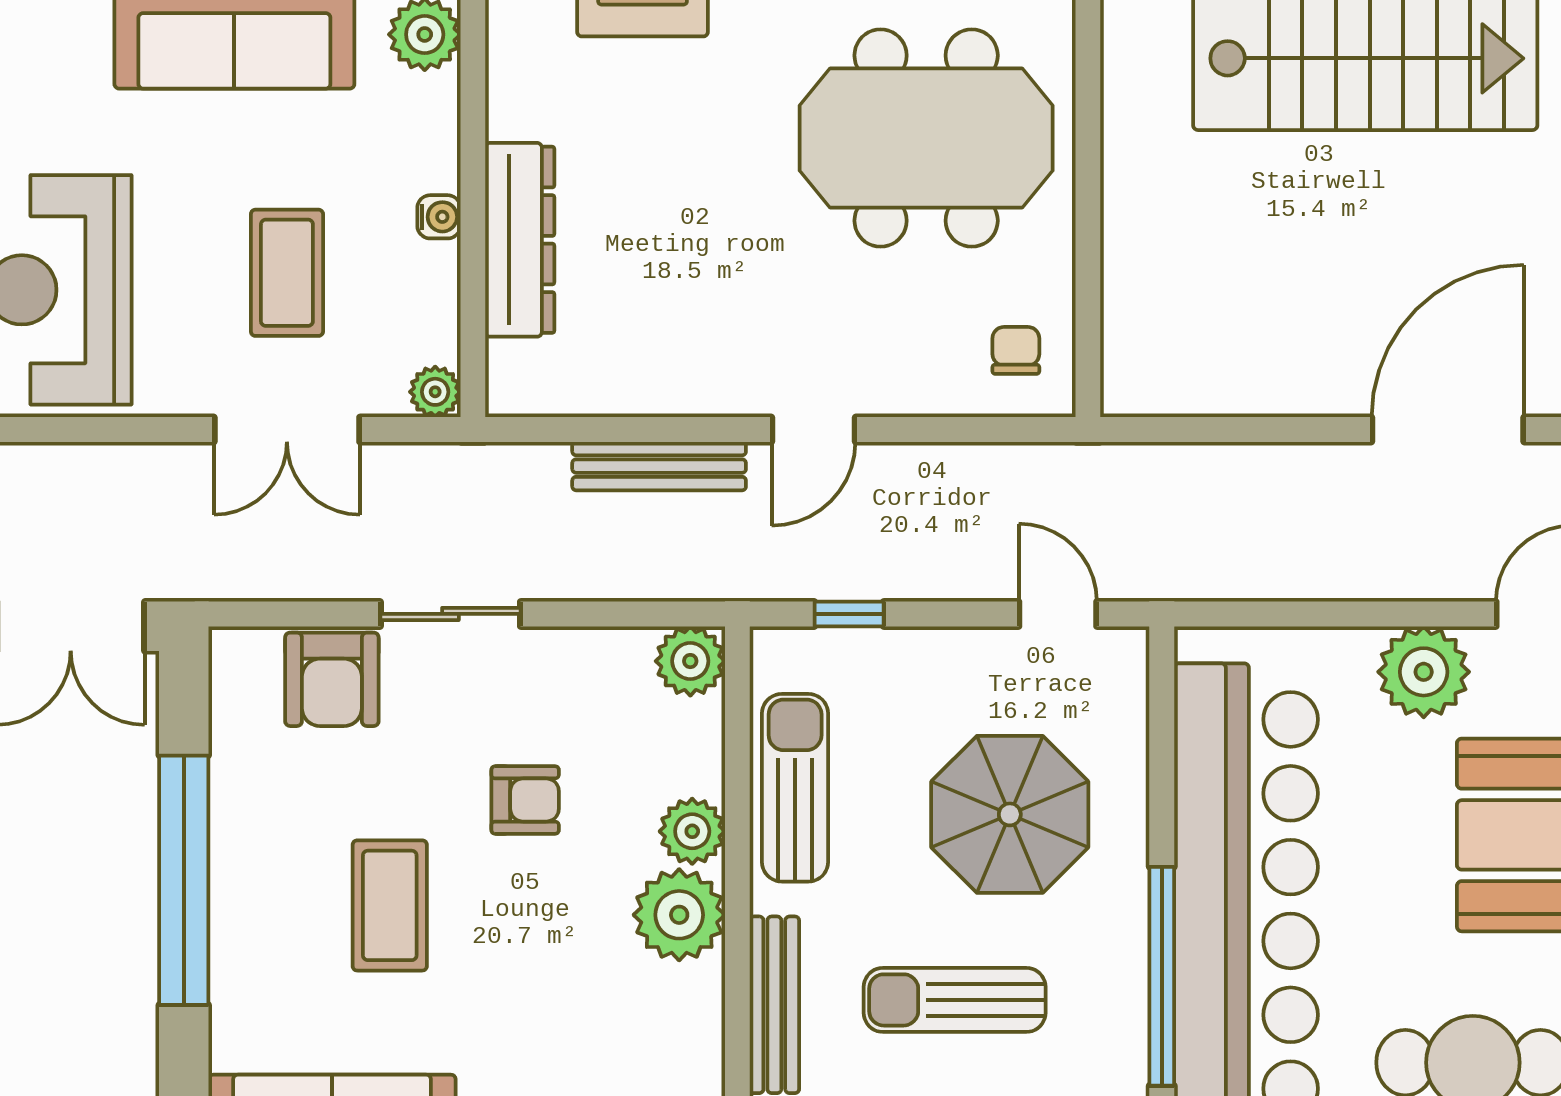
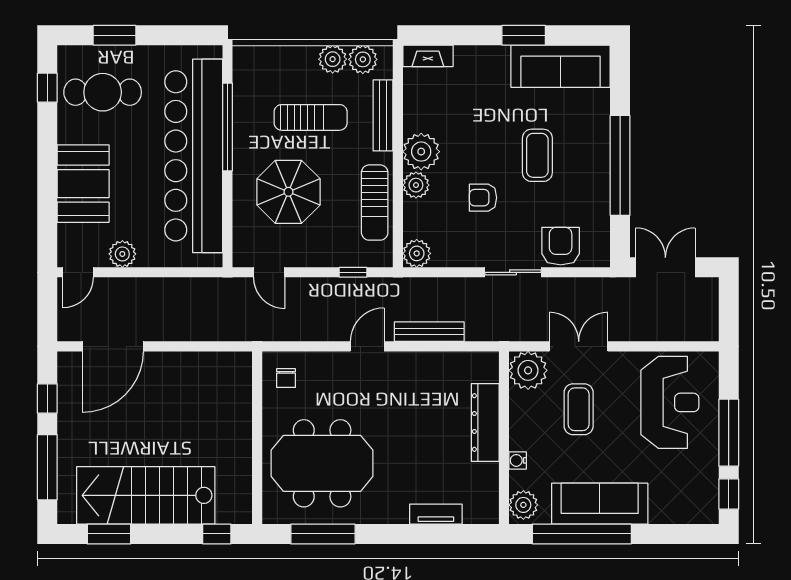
water cooler: (439, 217) -> (518, 460), moved
plant: (435, 392) -> (528, 370), width x1.88, depth x1.88
plant: (1424, 672) -> (122, 254), width x0.73, depth x0.73

